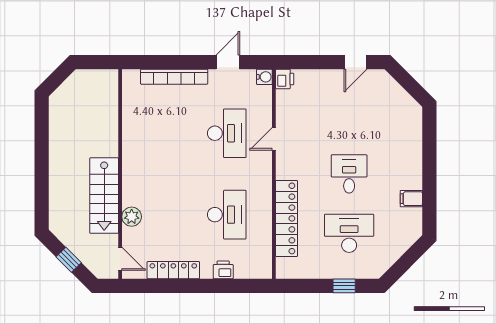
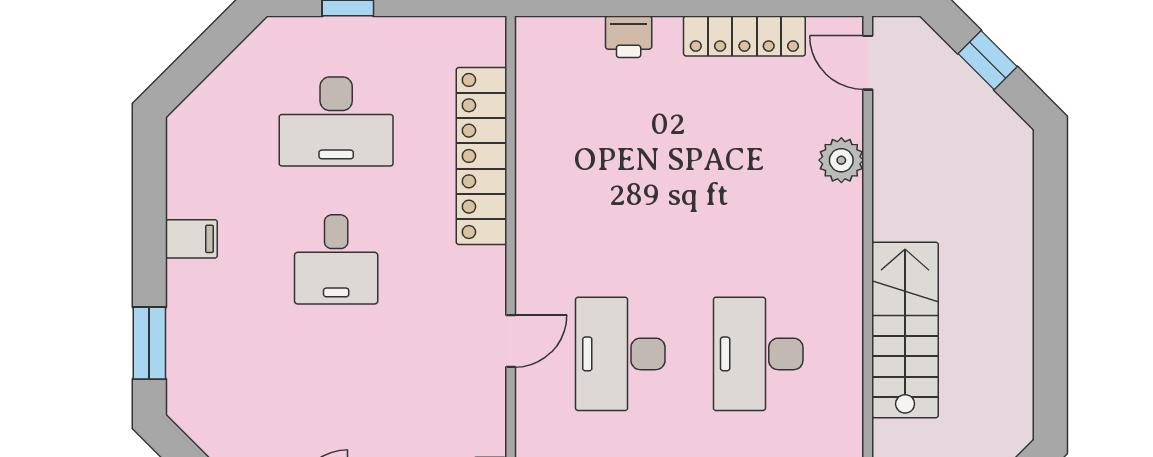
window: (429, 138) -> (149, 343), added
stairs: (104, 196) -> (905, 330), moved
filing cabinet: (411, 199) -> (191, 239), moved
desk: (227, 215) -> (758, 354), moved

